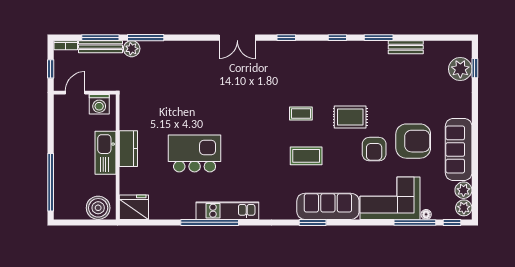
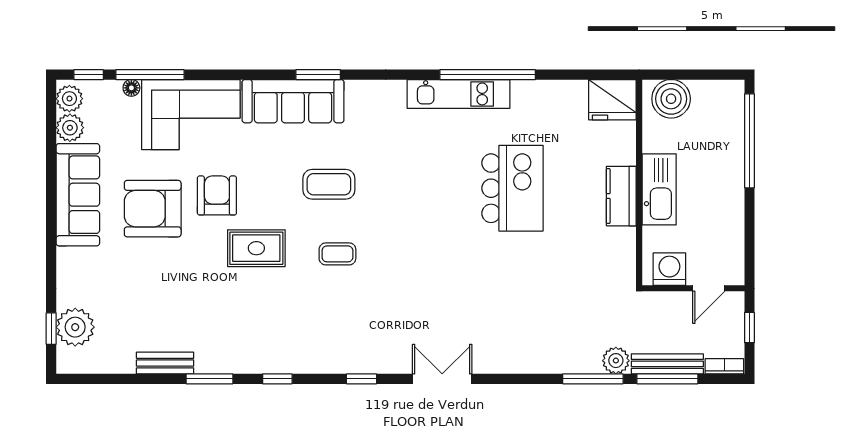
kitchen island: (195, 153) -> (512, 188), turned -90

